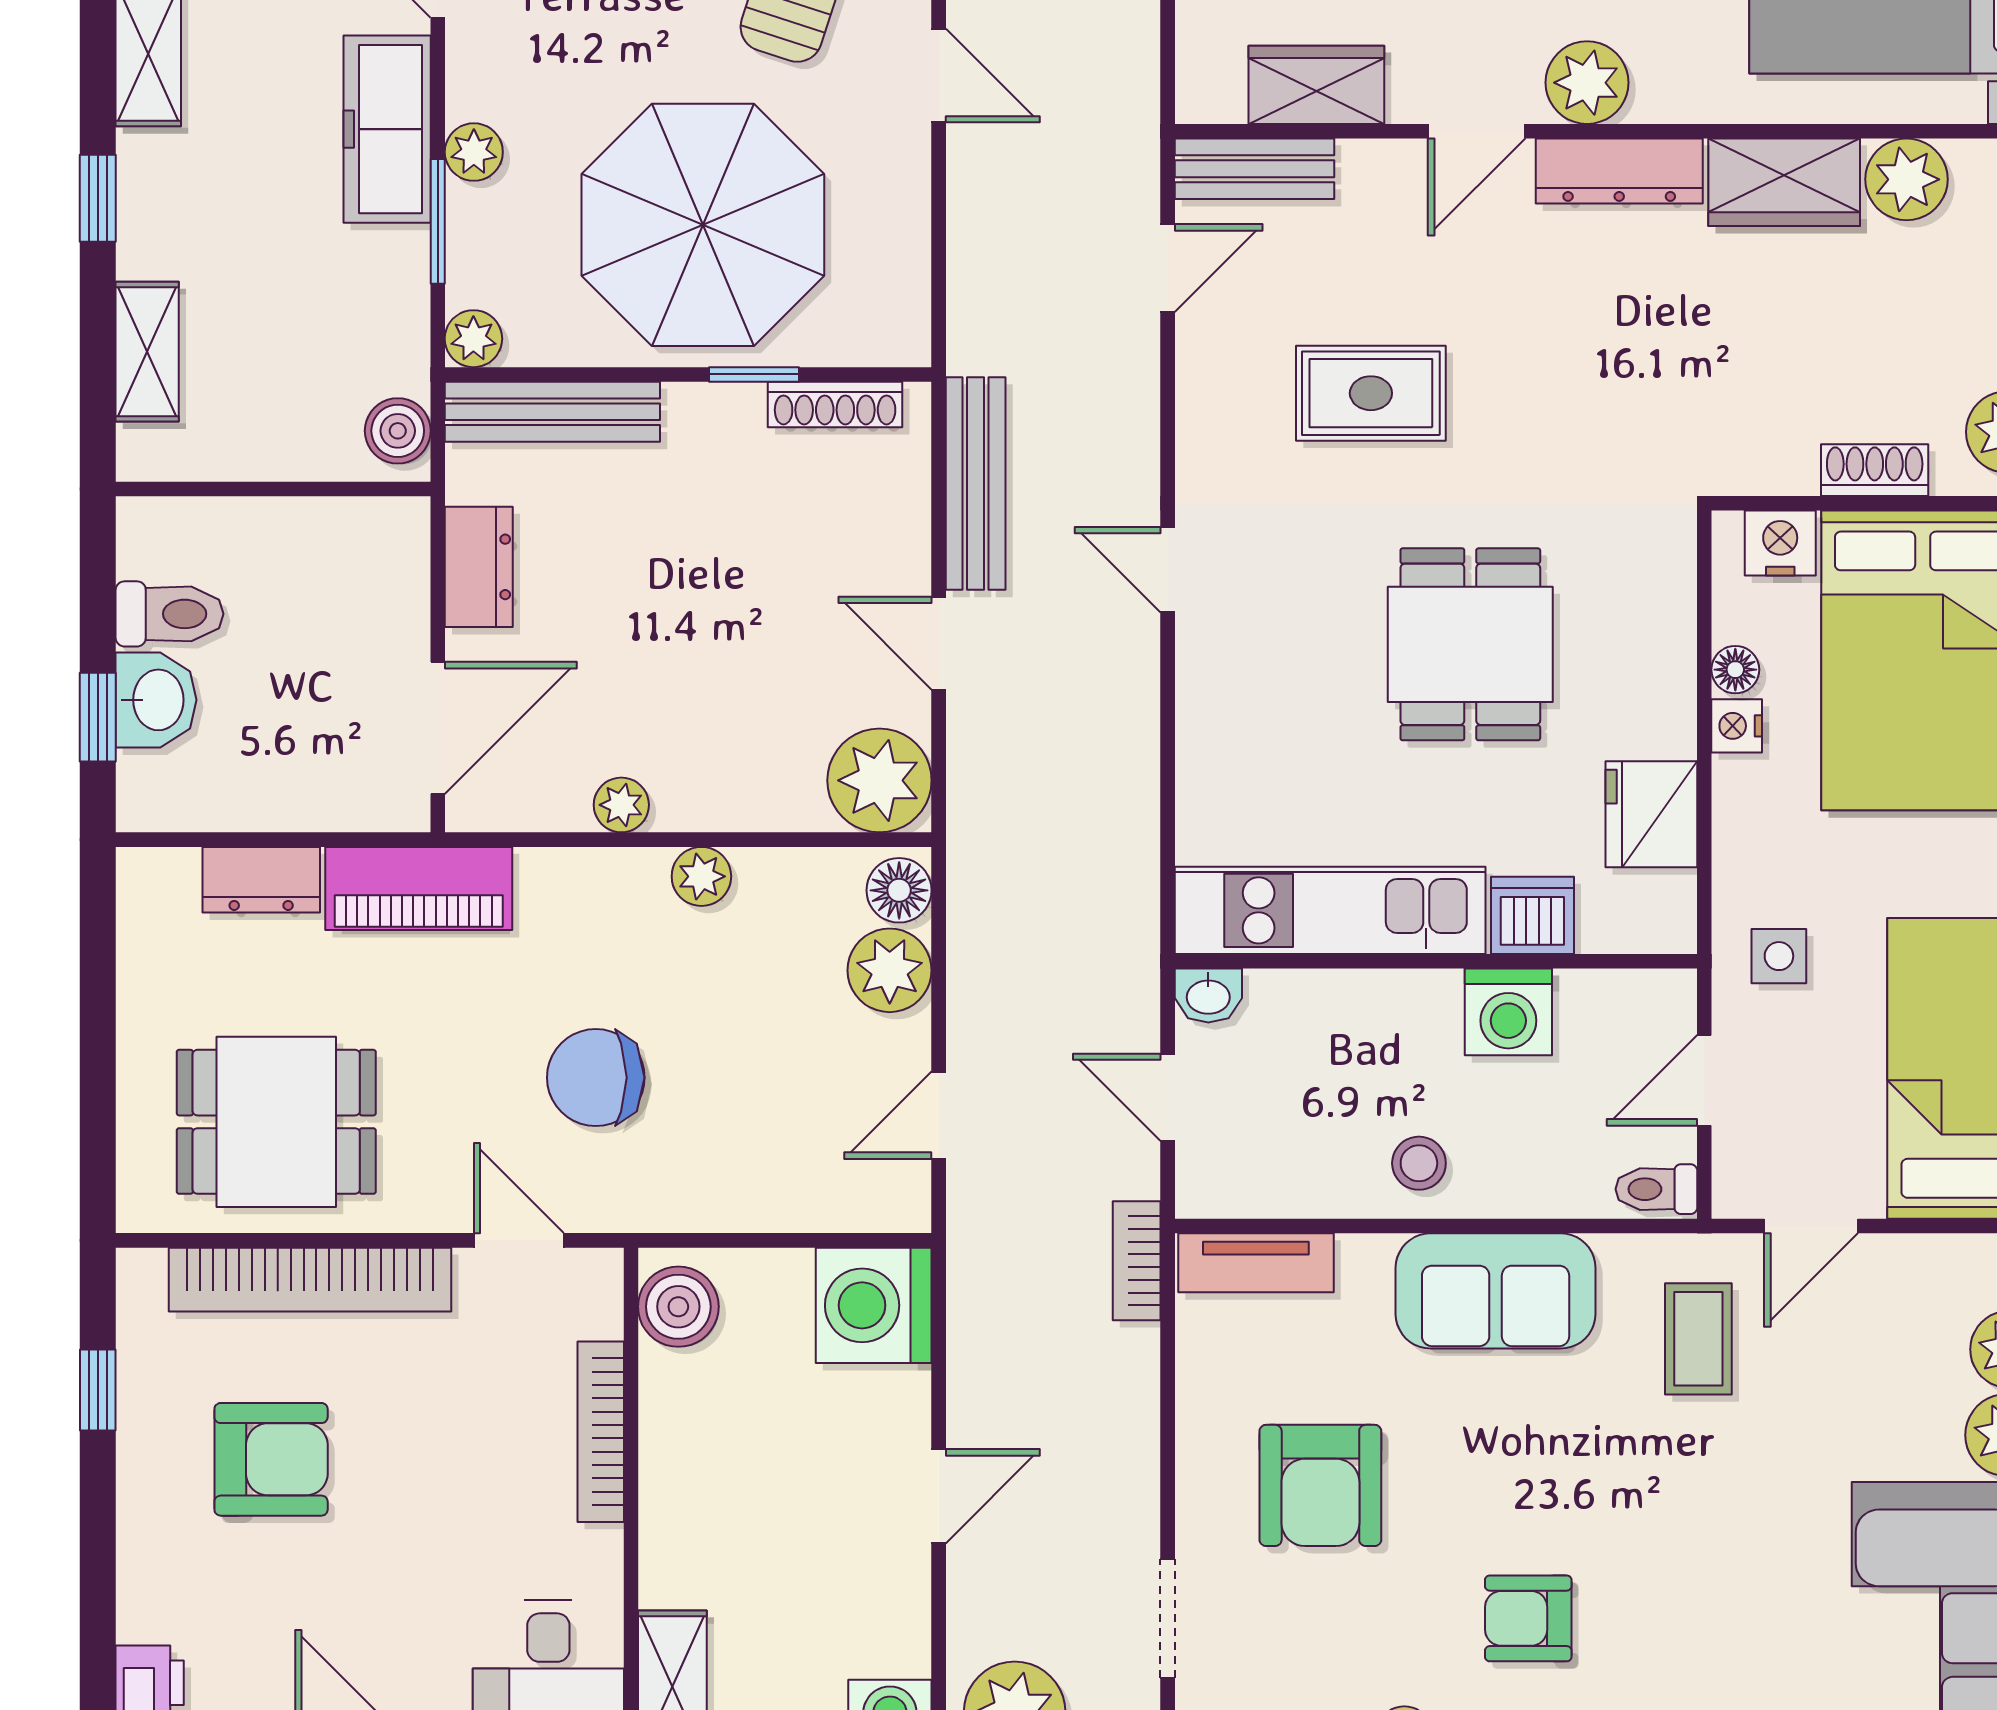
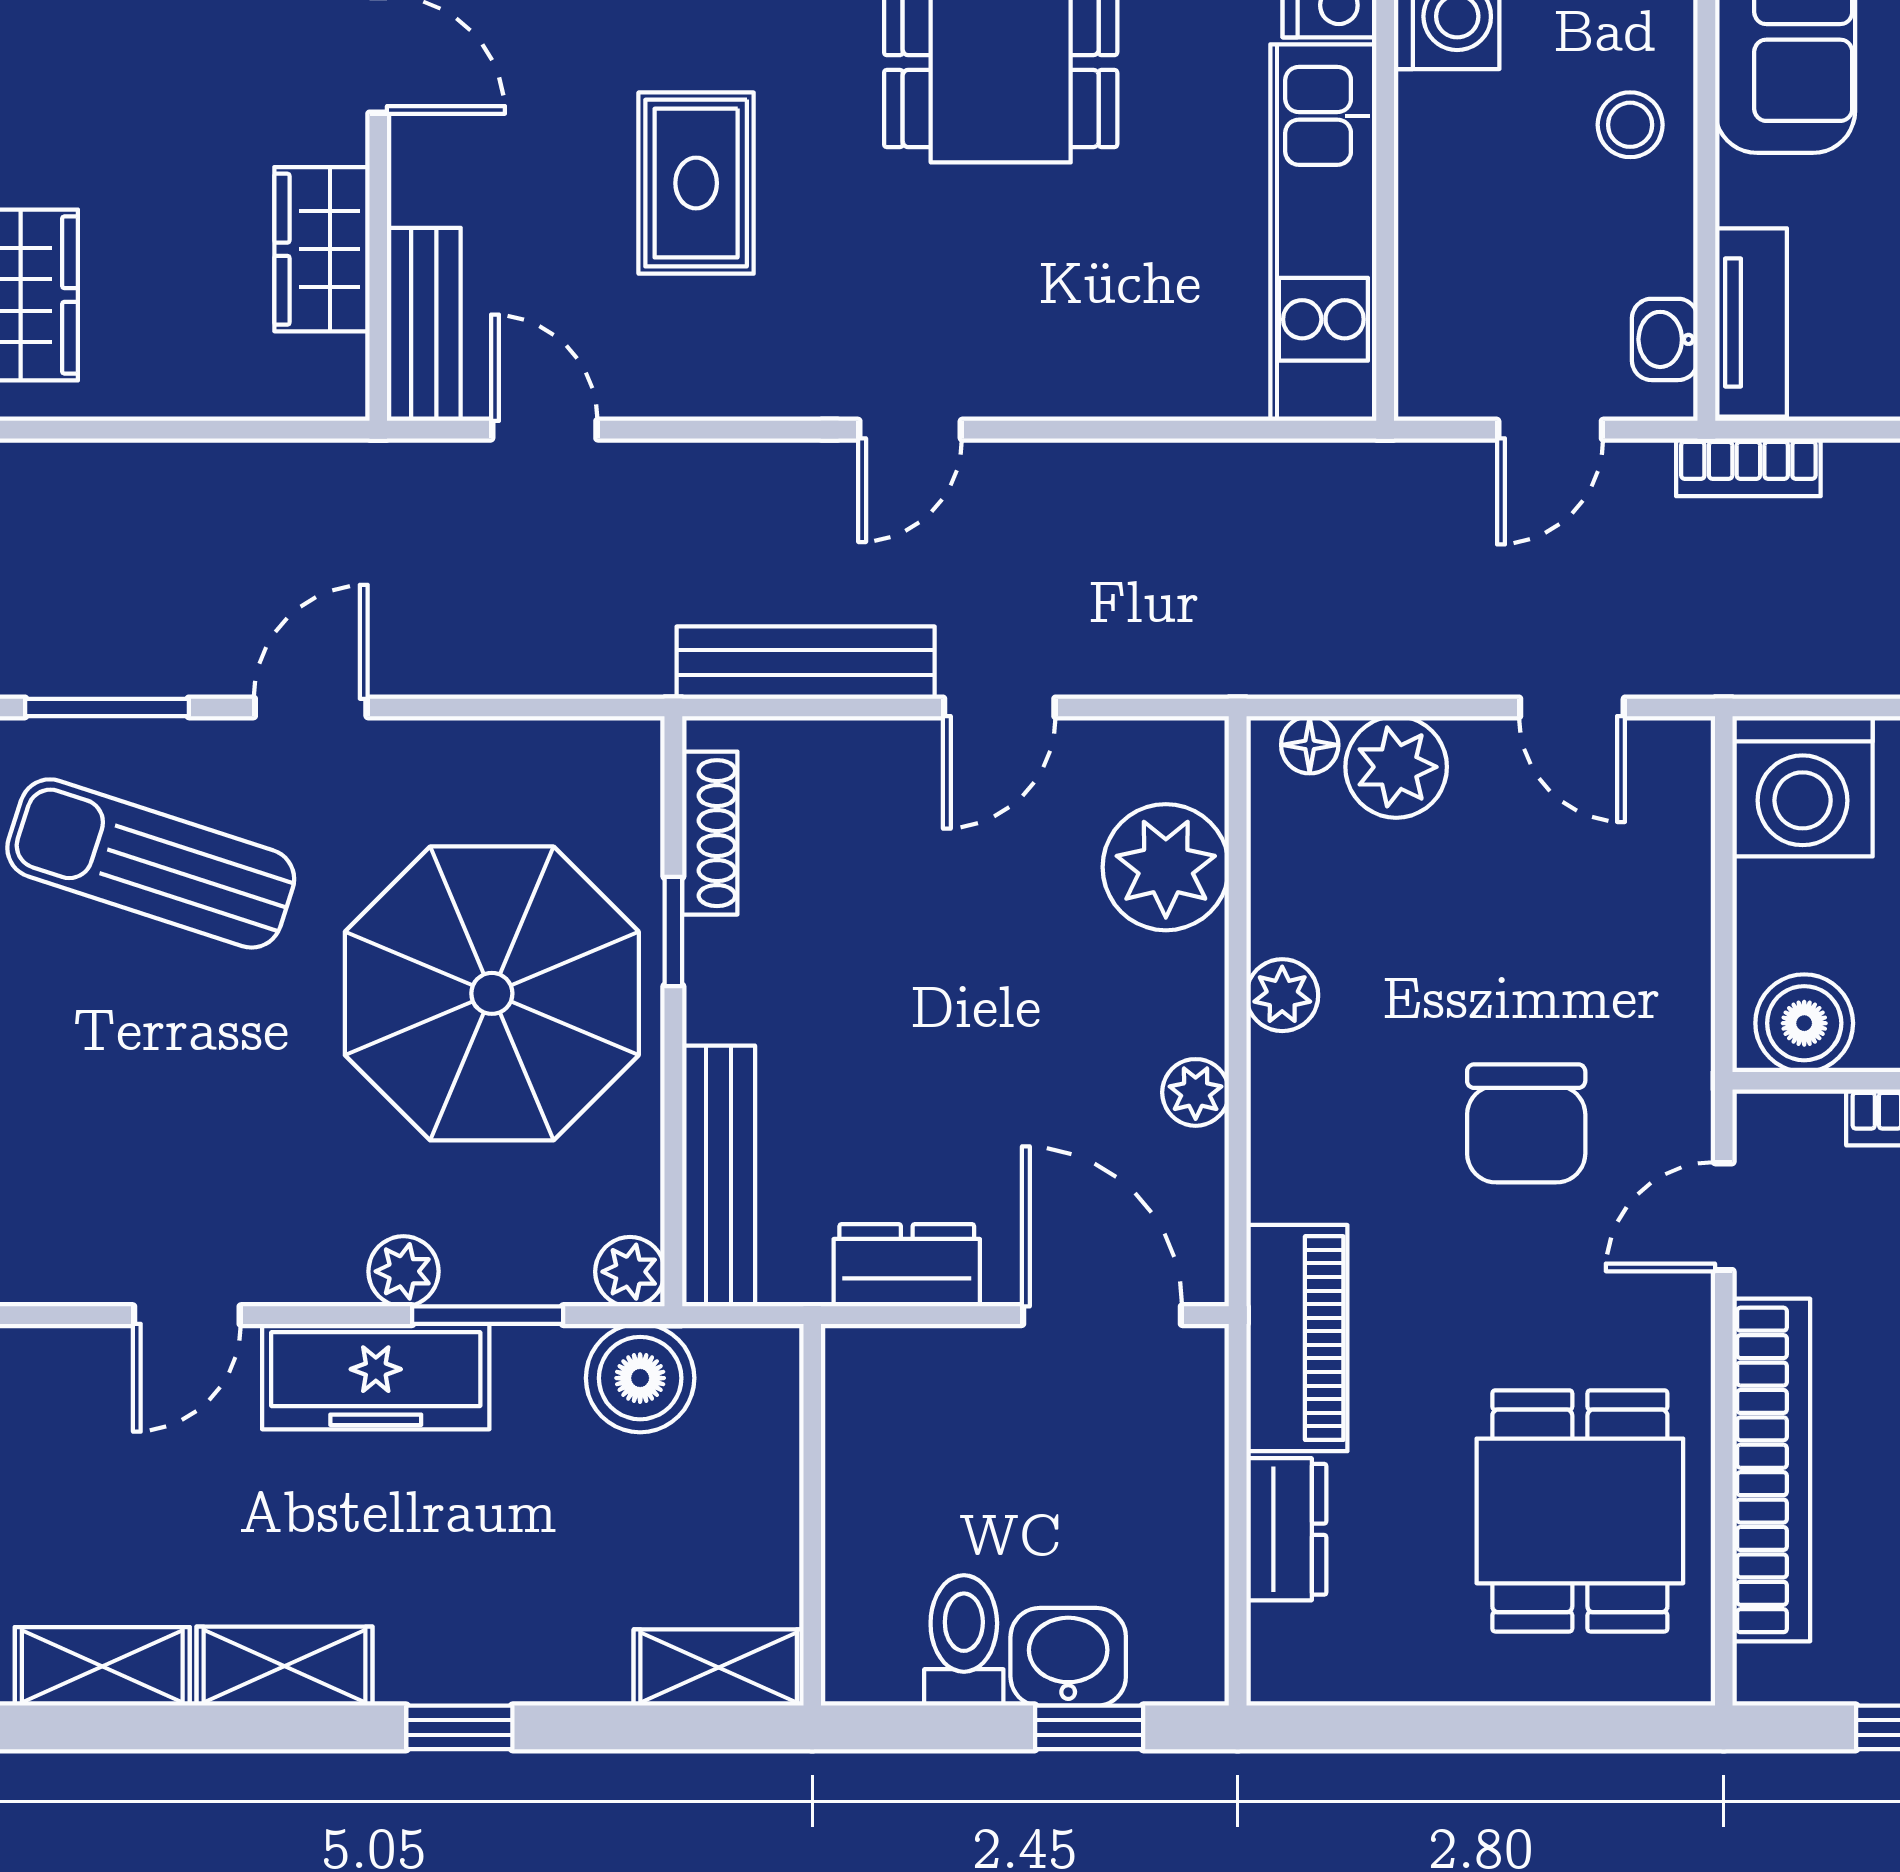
shelving: (147, 352) -> (719, 1667), moved
boiler: (398, 431) -> (640, 1378), moved, width x1.36, depth x1.36
plant: (879, 780) -> (1166, 867), moved
floor lamp: (899, 890) -> (1310, 745), width x0.73, depth x0.73
washbasin: (1208, 996) -> (1665, 339), moved, turned 180

